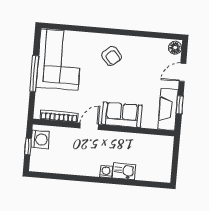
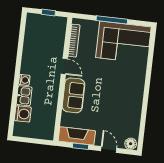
armchair: (112, 56) -> (125, 88), removed
washing machine: (40, 139) -> (23, 114), moved, turned -90

